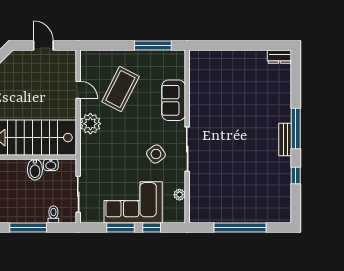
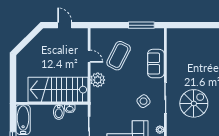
spiral stairs: (228, 157) -> (194, 103), added

